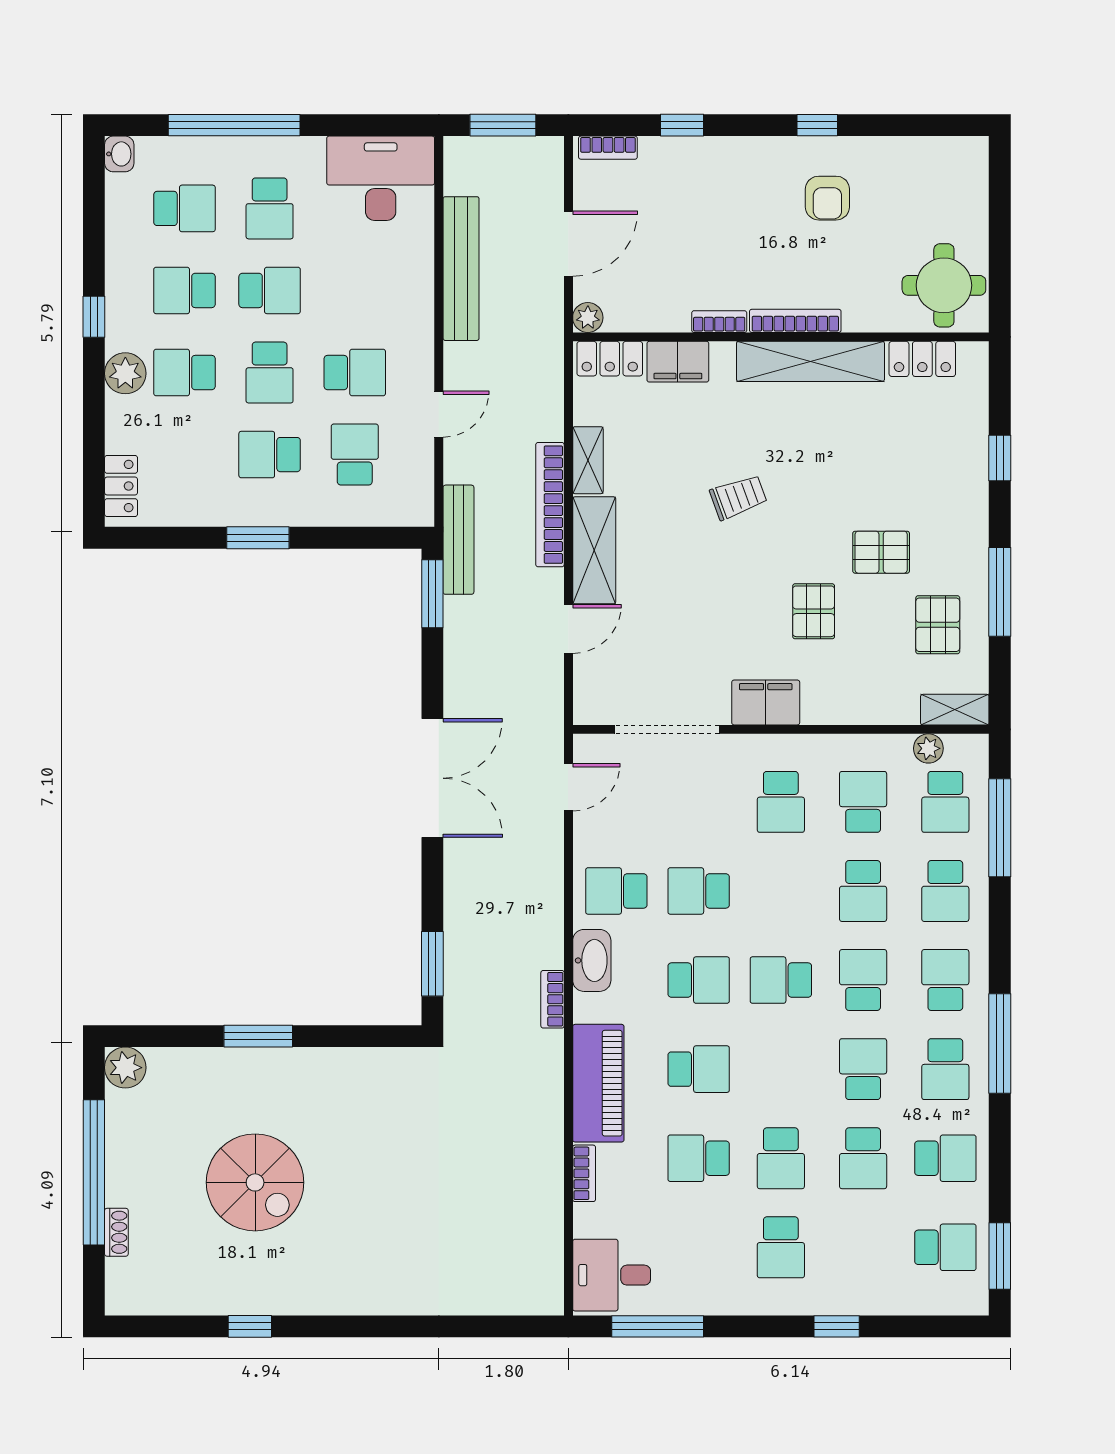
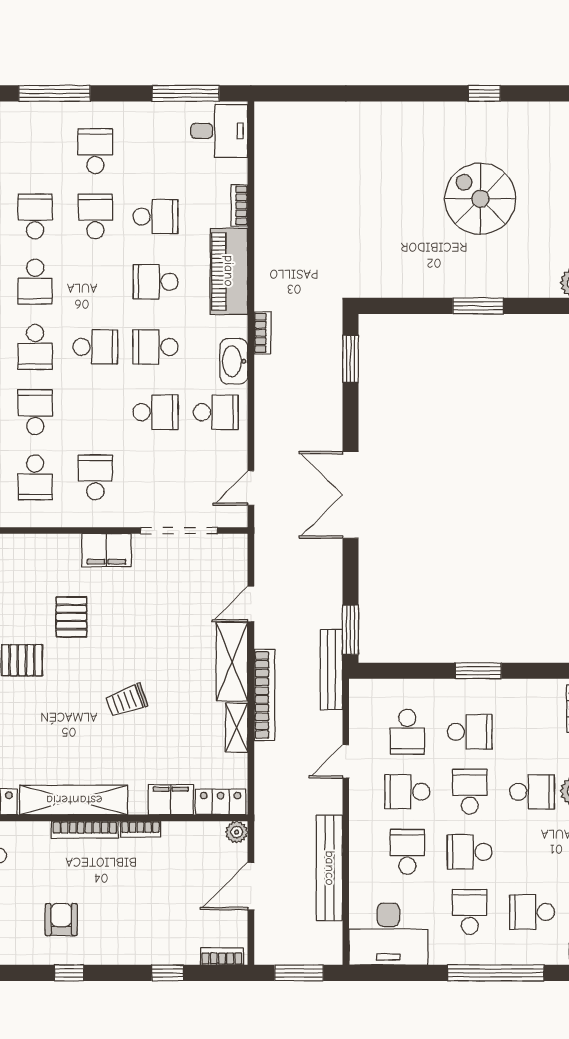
school desk: (184, 290) -> (407, 852), moved, turned -90
window: (837, 1326) -> (54, 93), width x2.17

